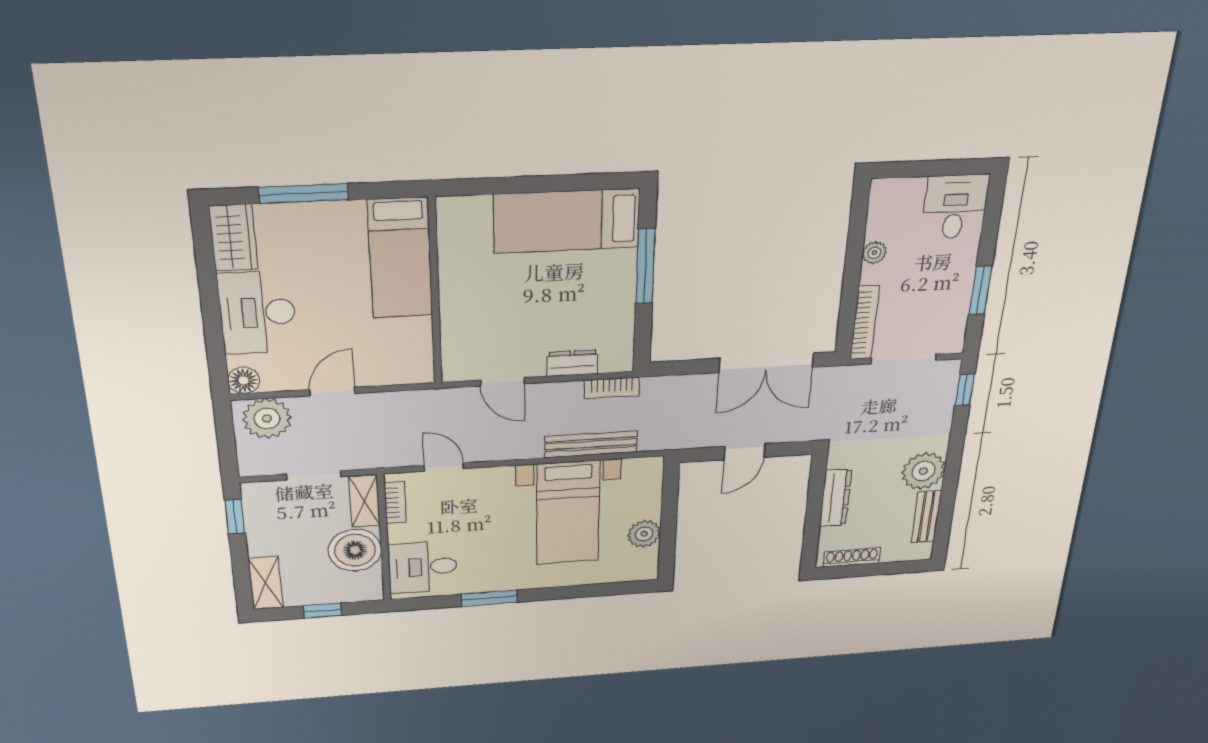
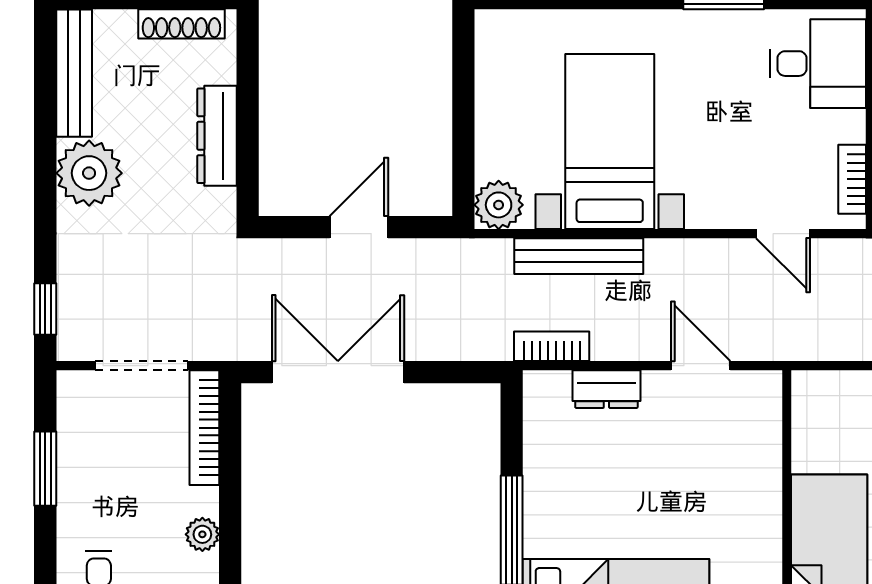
bench: (926, 517) -> (74, 73), width x1.36
plant: (644, 534) -> (499, 205), moved

